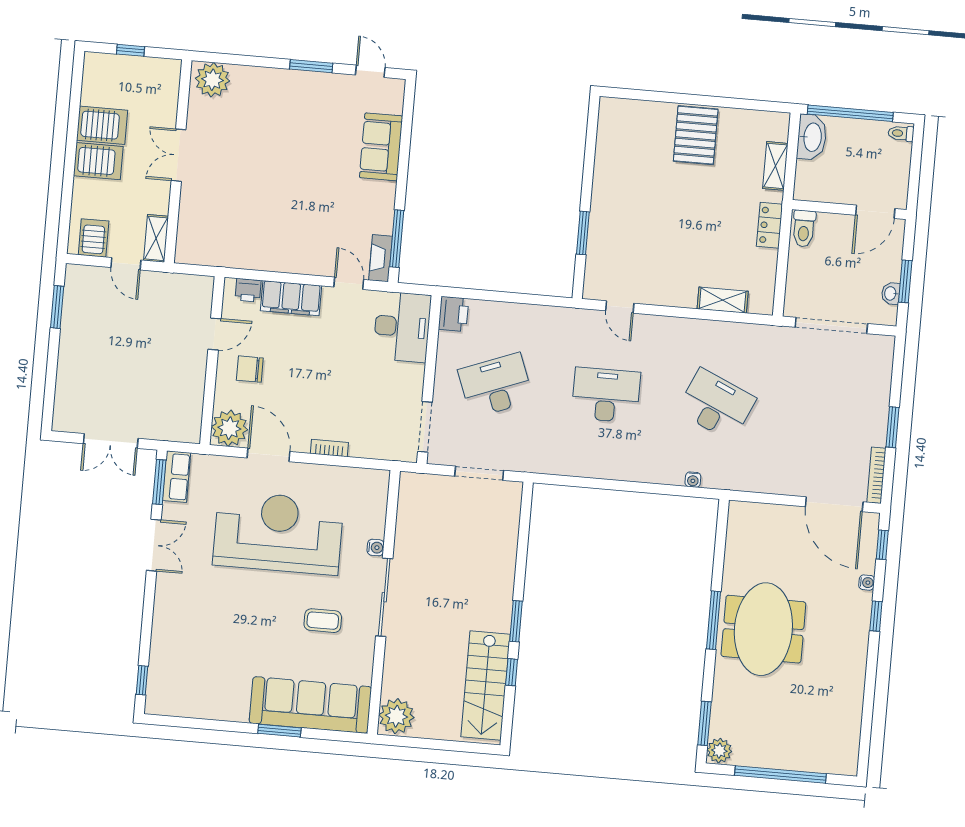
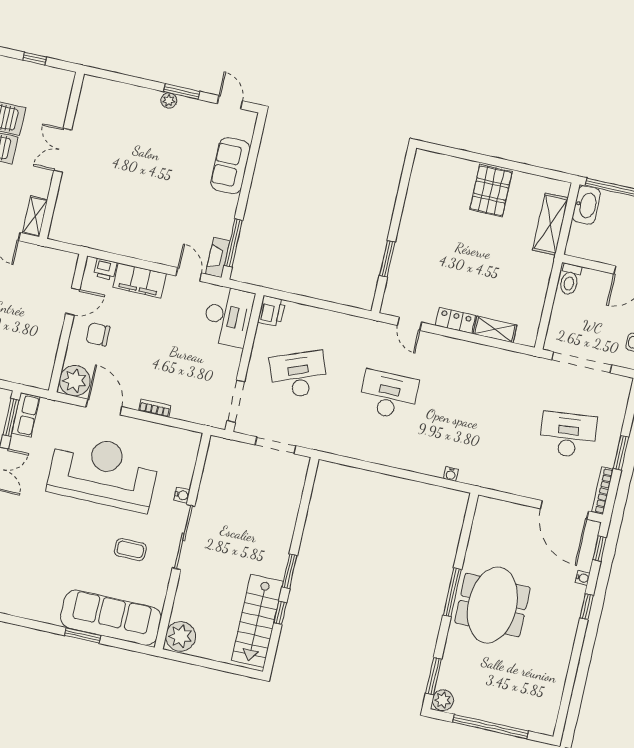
plant: (212, 80) -> (169, 100), moved, width x0.53, depth x0.53
shelving: (775, 166) -> (550, 224), width x1.50, depth x1.33
locker: (770, 225) -> (455, 320), moved, turned 90
desk: (716, 405) -> (568, 435), moved, turned -30

